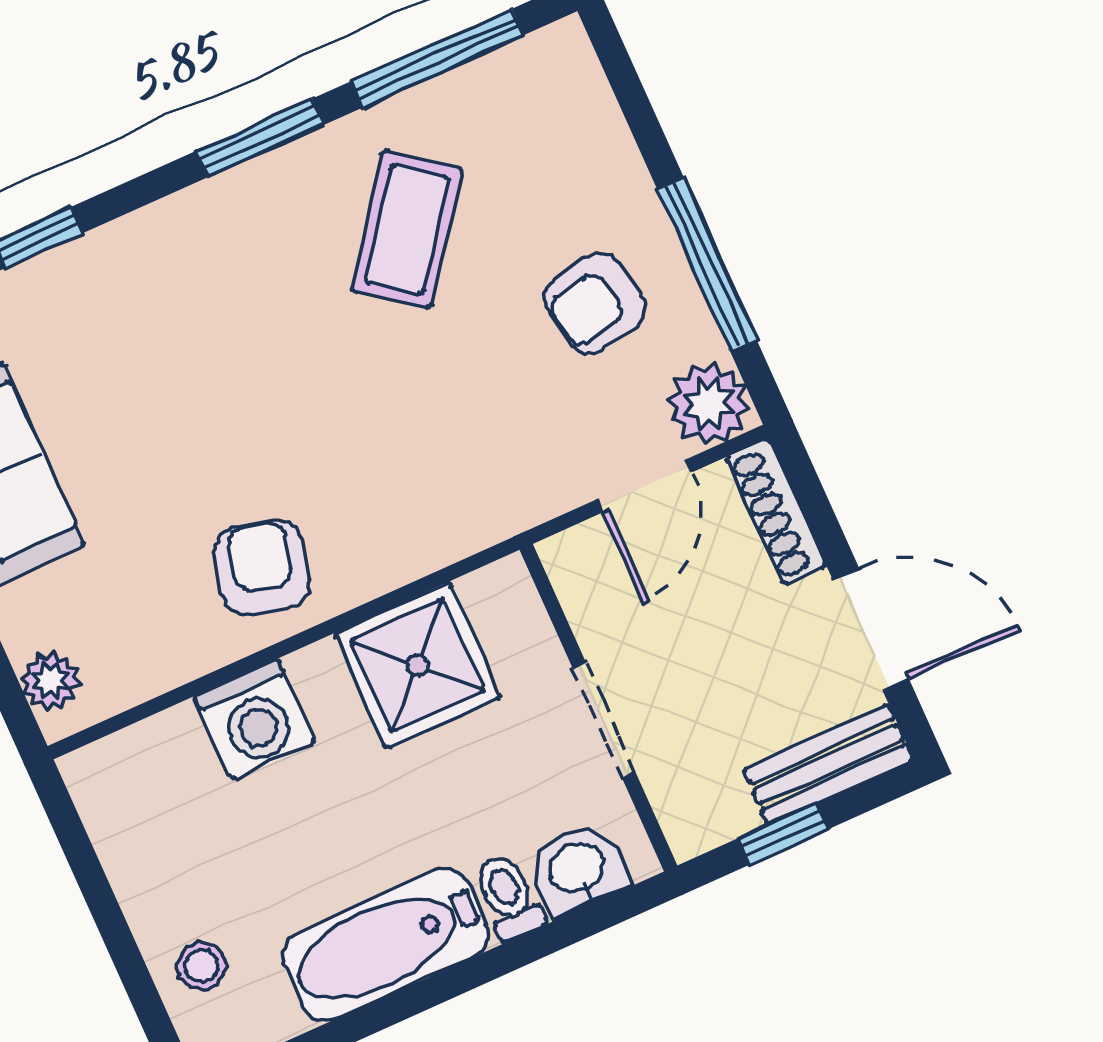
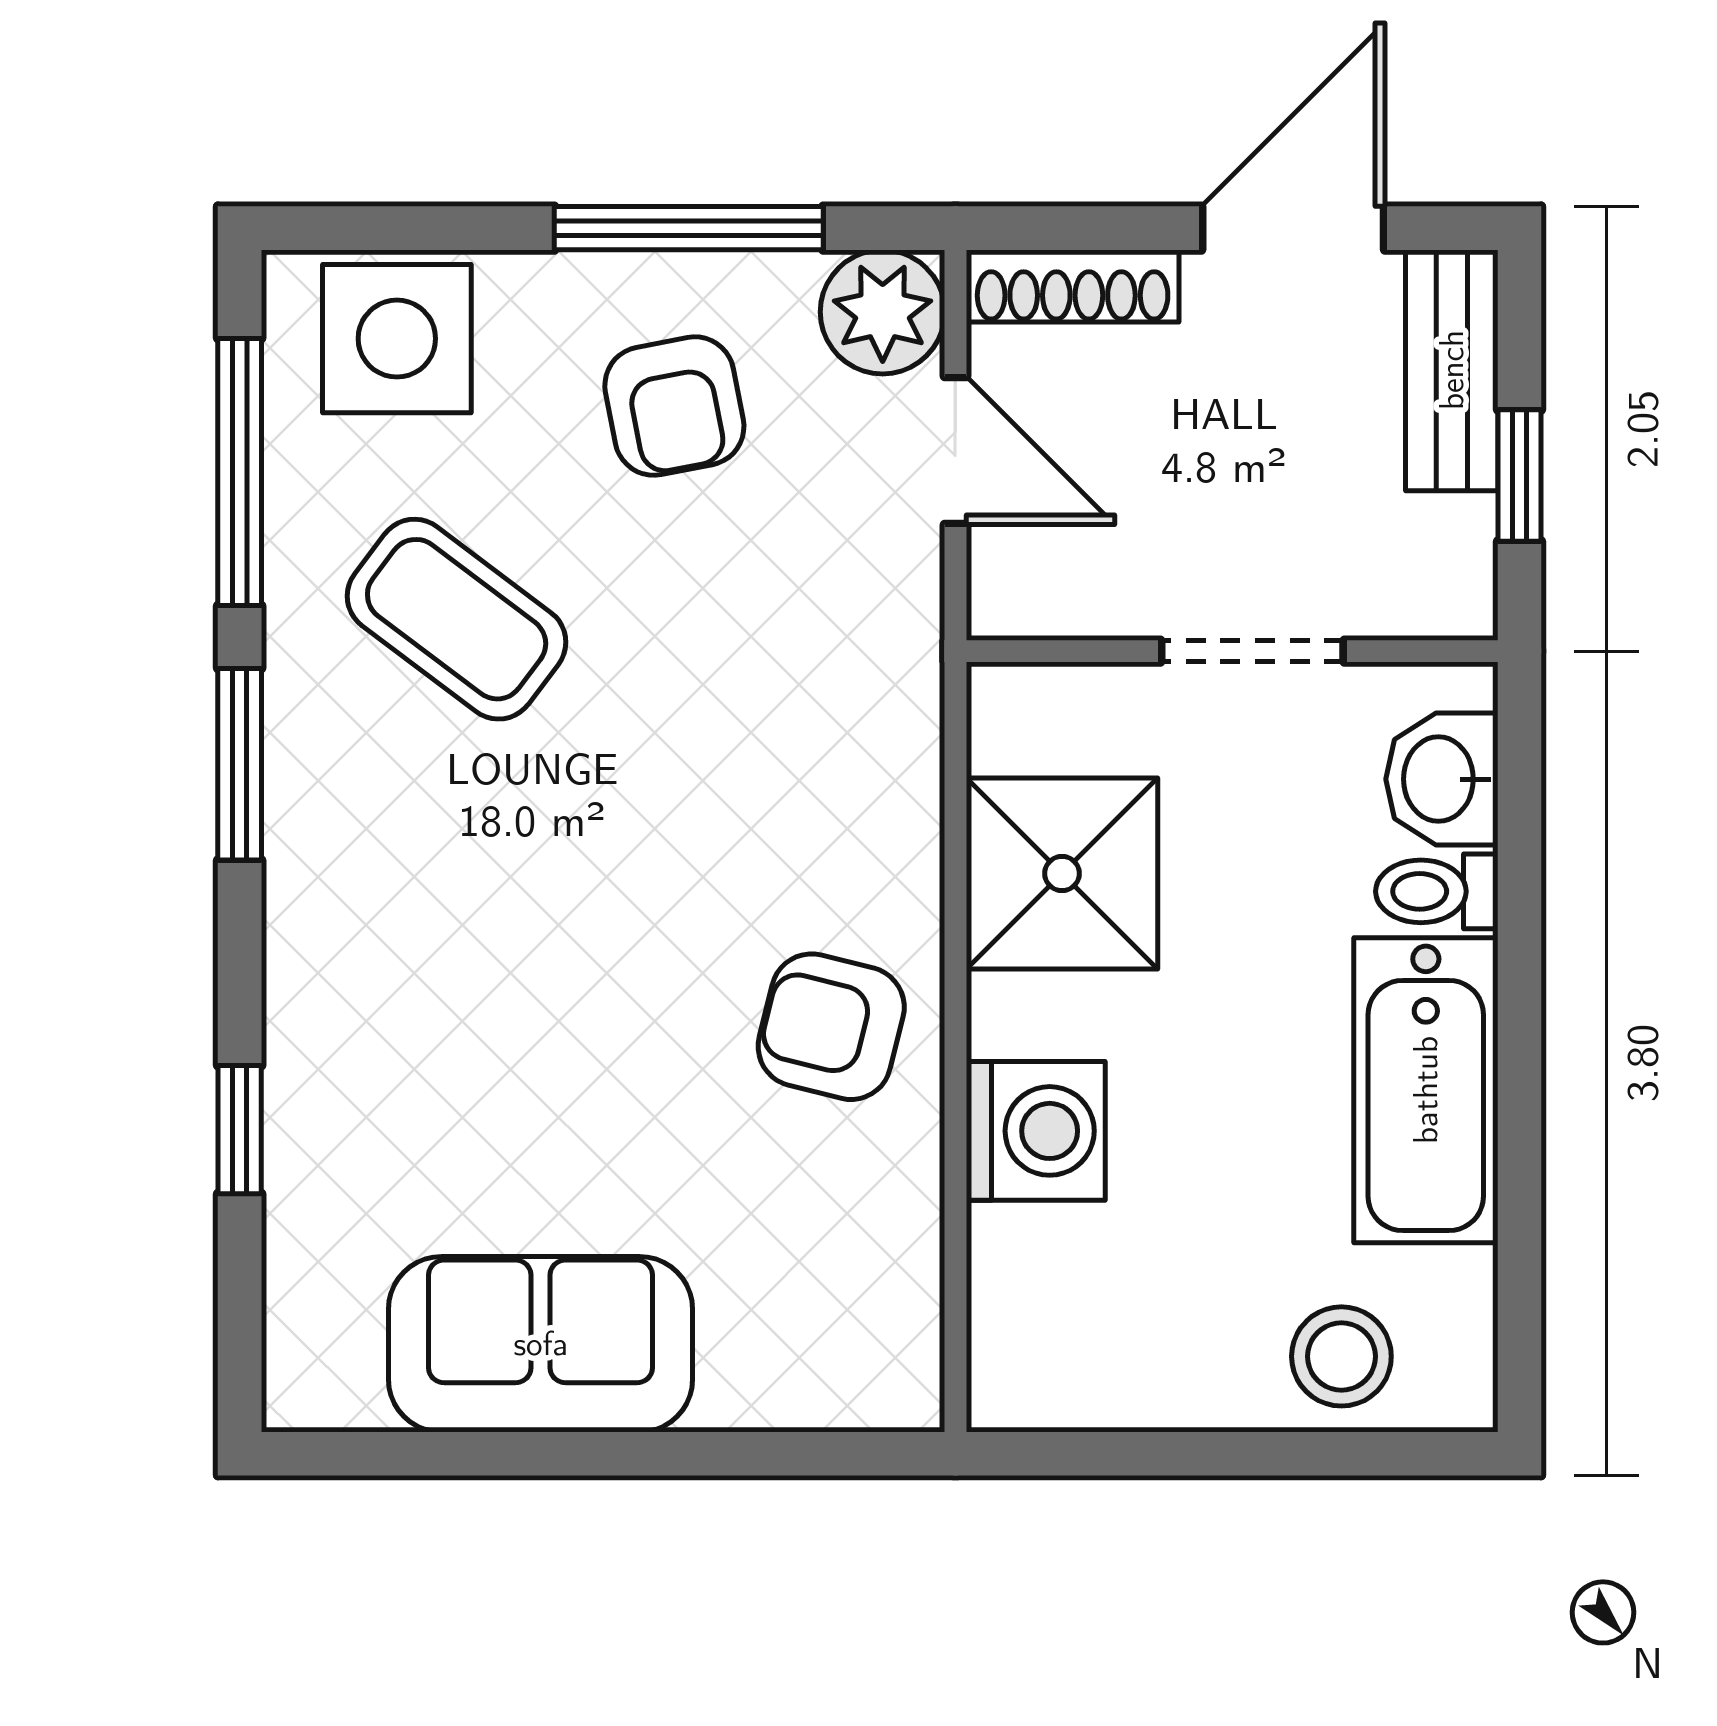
side table: (560, 117) -> (397, 339), added
plant: (50, 681) -> (857, 1388), removed
stool: (201, 966) -> (1341, 1356), width x1.37, depth x1.37

